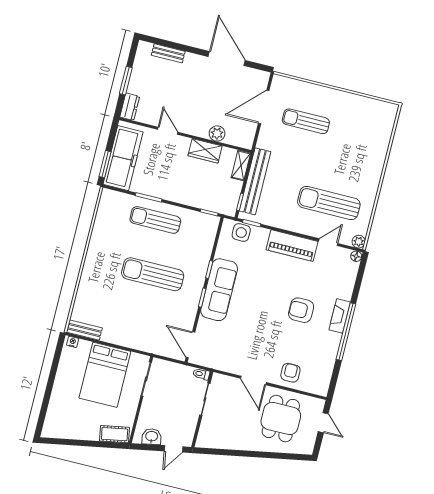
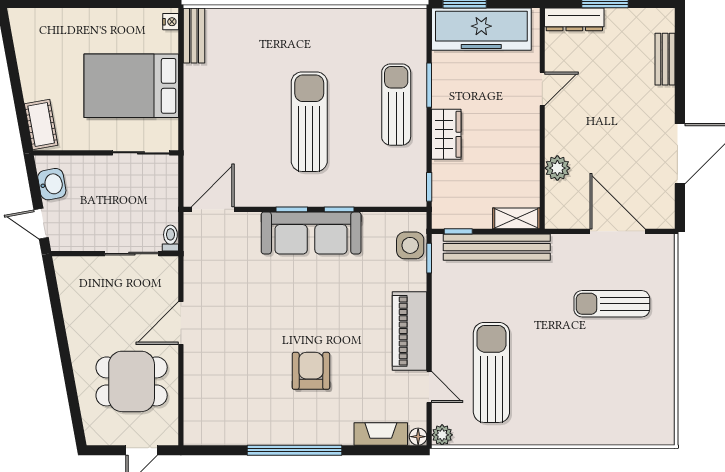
dresser: (130, 107) -> (574, 19), width x1.44
sun lounger: (306, 121) -> (612, 304), turned -90
wardrobe: (205, 151) -> (446, 134), moved, turned 180
fireplace: (340, 316) -> (381, 434), moved
armchair: (290, 373) -> (208, 379), removed

